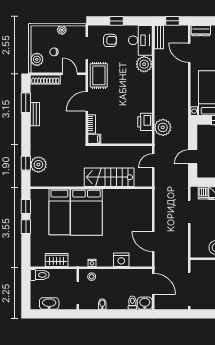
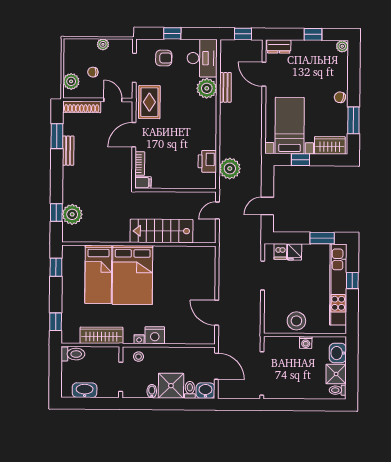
bench: (159, 37) -> (225, 87), moved
window: (26, 227) -> (56, 322), moved
wardrobe: (57, 260) -> (102, 335), width x1.50
nightstand: (121, 260) -> (155, 335), moved
shower: (117, 299) -> (171, 386), added

